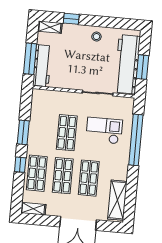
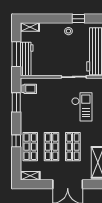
window: (71, 19) -> (78, 19), moved
trolley: (42, 103) -> (29, 89), added
checkout: (104, 131) -> (82, 107), turned 90
window: (23, 132) -> (16, 102), moved
shop shelf: (67, 133) -> (52, 111), removed

